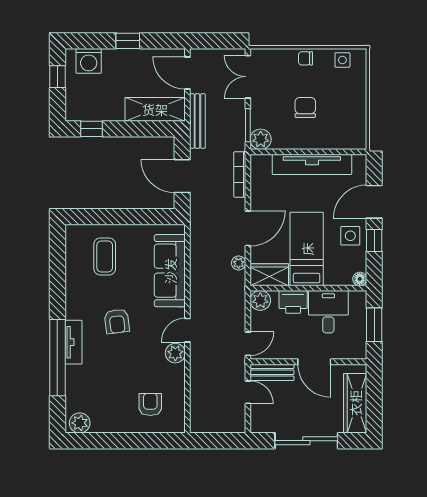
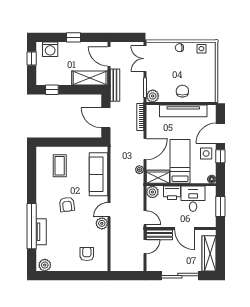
chair: (305, 107) -> (182, 91), moved
tv unit: (73, 342) -> (41, 232), moved
door: (248, 344) -> (145, 218), hinge flipped
door: (248, 392) -> (145, 247), hinge flipped

